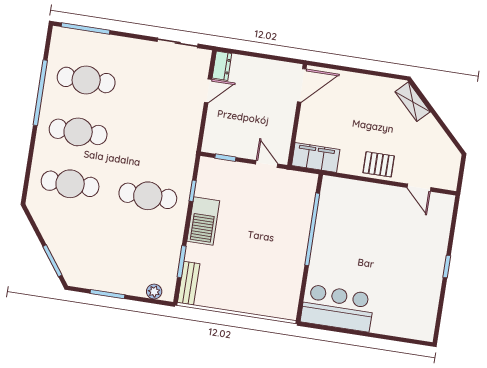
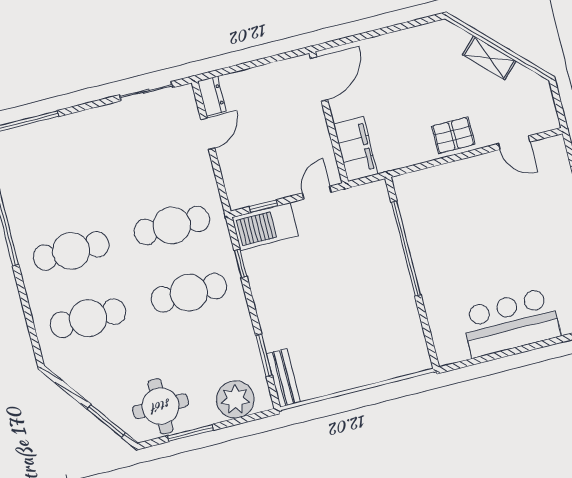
cafe table: (86, 80) -> (172, 225), moved
shelving: (413, 102) -> (489, 58), moved
filing cabinet: (316, 157) -> (356, 149), moved, turned 90
door: (267, 164) -> (317, 193), hinge flipped
barbecue: (203, 221) -> (265, 227), moved, turned 90
round table: (95, 267) -> (161, 406), added
plant: (154, 292) -> (235, 399), width x1.88, depth x1.88
bar counter: (338, 308) -> (511, 323), moved

